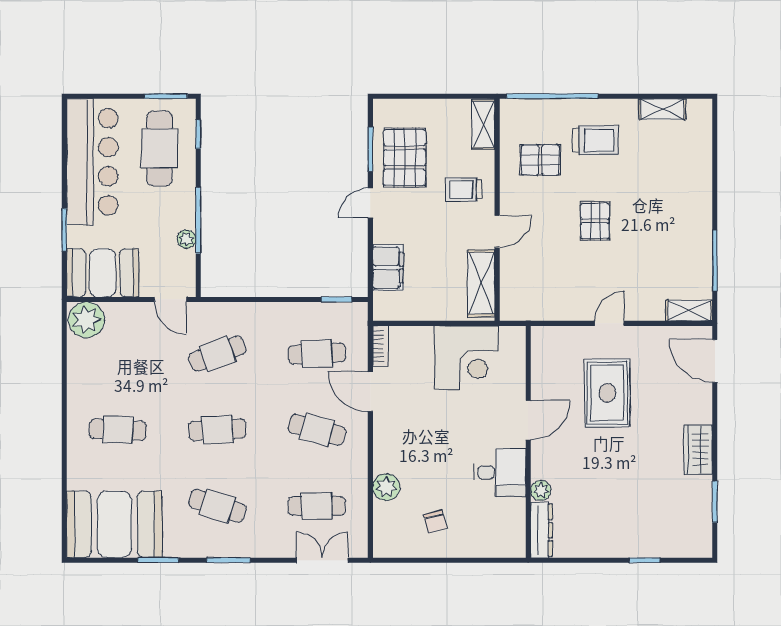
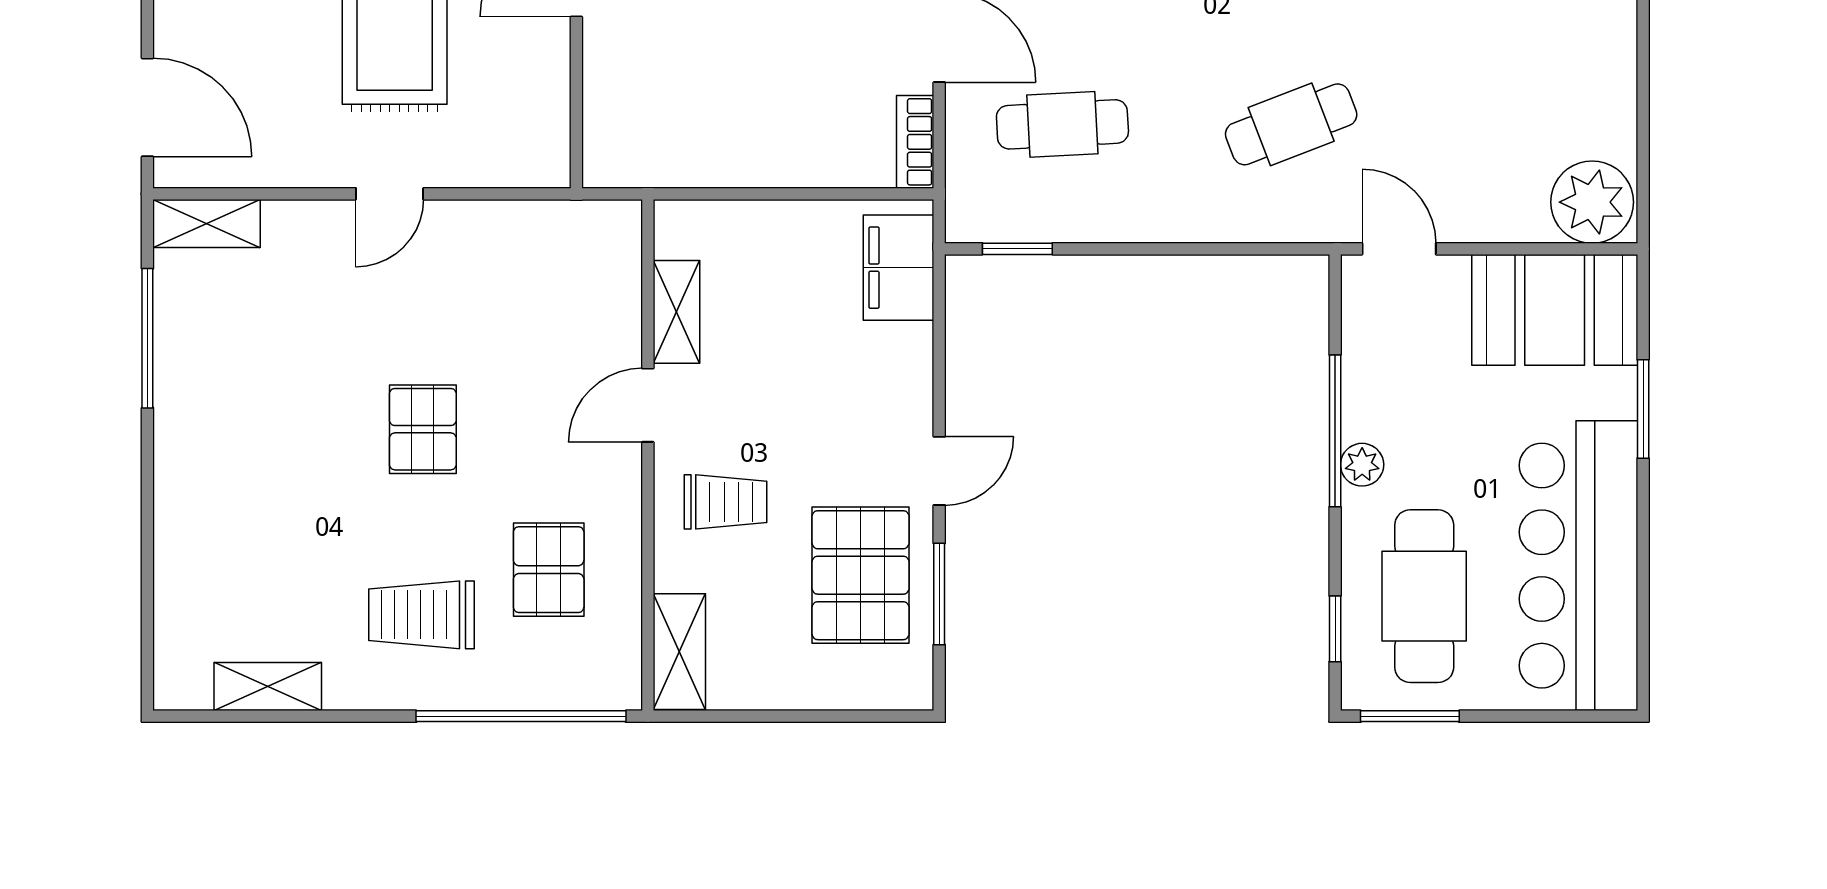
pallet: (540, 160) -> (549, 570), turned 90
plant: (186, 239) -> (1362, 465), moved
filing cabinet: (388, 268) -> (899, 268), moved
shelving: (481, 283) -> (676, 312), width x0.67, depth x0.75
corner desk: (466, 357) -> (719, 115), removed

